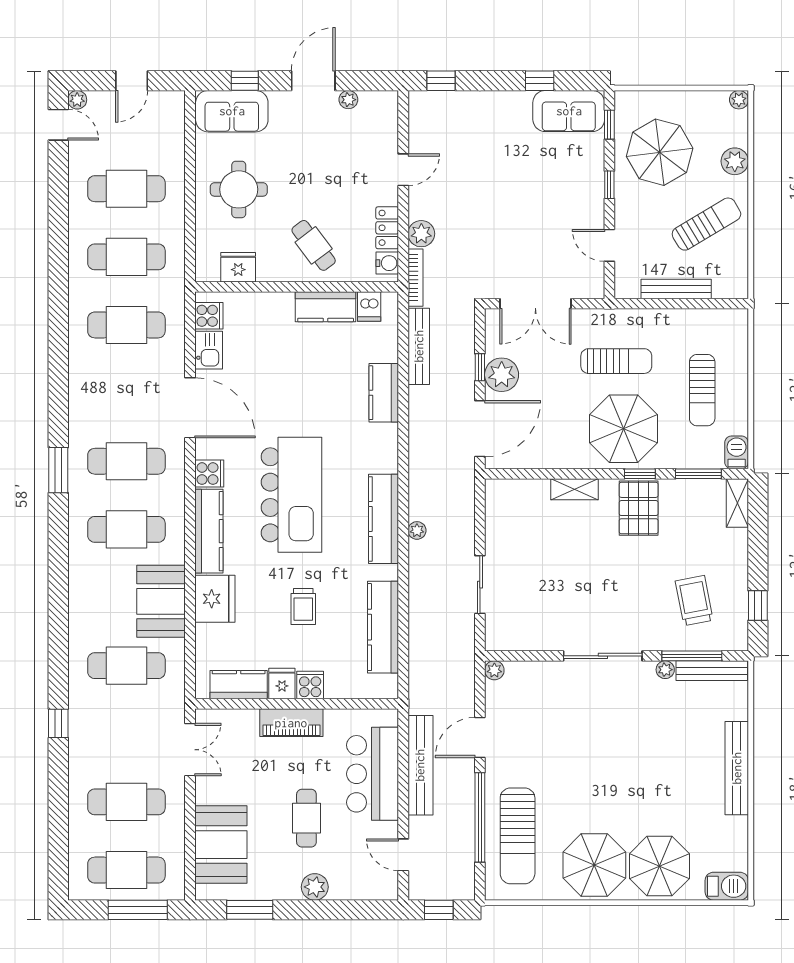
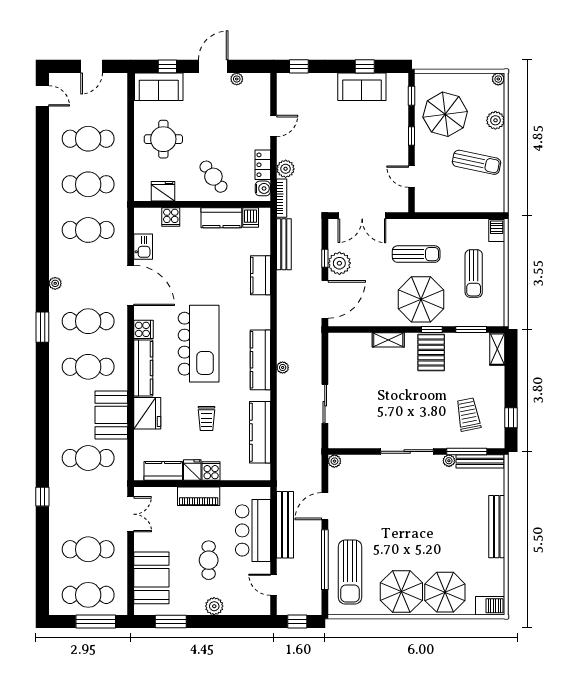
plant: (77, 100) -> (55, 283), moved
sofa: (569, 111) -> (362, 87), moved
sun lounger: (706, 224) -> (477, 162), turned 43
bench: (676, 289) -> (456, 206), removed
cooker: (209, 316) -> (171, 217), moved, turned 90
barbecue: (737, 452) -> (497, 231), moved

